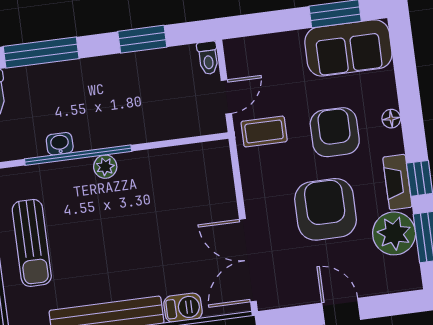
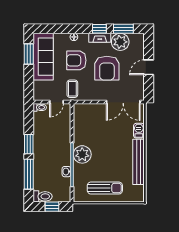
window: (142, 39) -> (29, 144), moved
sofa: (348, 48) -> (43, 57), width x1.36
door: (226, 97) -> (56, 102), swing flipped
plant: (105, 167) -> (82, 154), width x1.88, depth x1.88
armchair: (326, 209) -> (107, 68), turned -90

